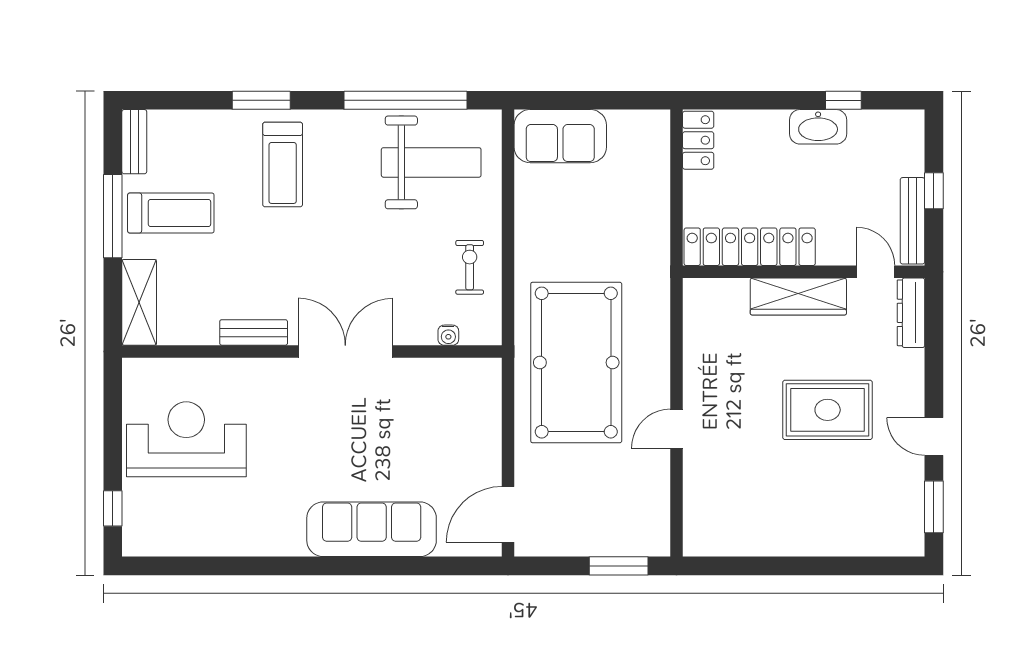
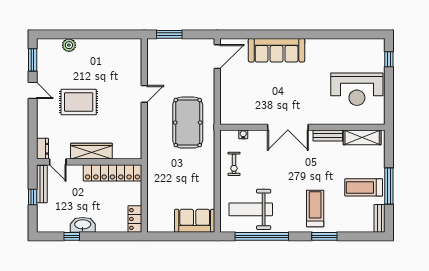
shelving: (139, 302) -> (362, 137), moved, turned 90
dresser: (911, 313) -> (42, 149), width x0.70
pool table: (576, 363) -> (188, 123), width x0.73, depth x0.76
plant: (850, 541) -> (69, 45), added

